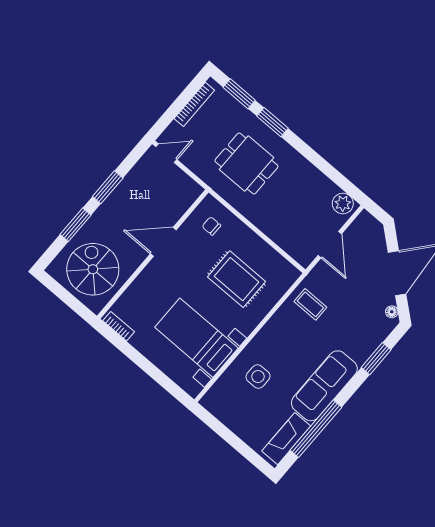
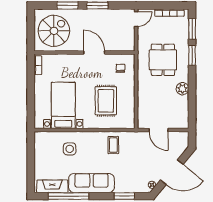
door: (166, 153) -> (136, 19), hinge flipped
plant: (343, 203) -> (182, 89), moved
door: (330, 245) -> (159, 130), hinge flipped
coffee table: (310, 304) -> (113, 145), moved

